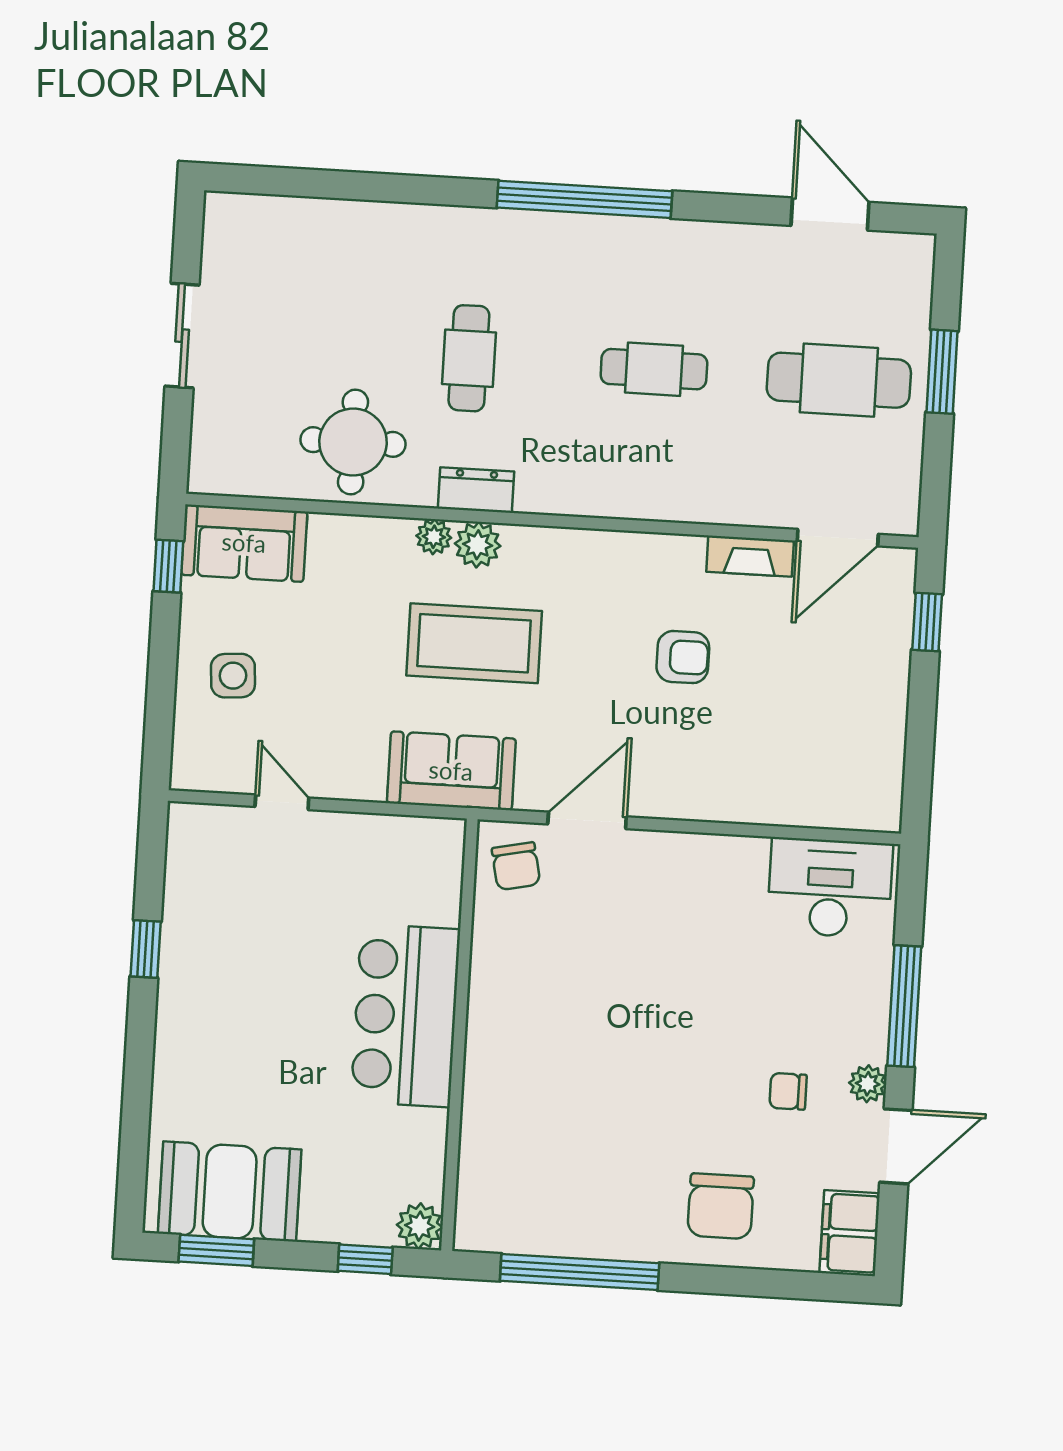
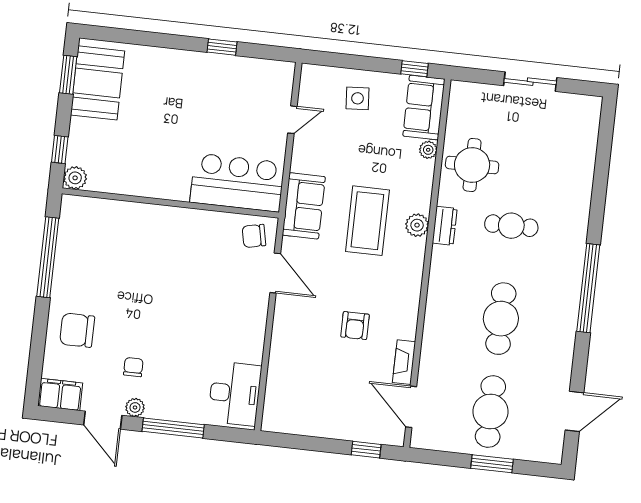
cafe table: (654, 369) -> (501, 319), width x1.37, depth x1.35
plant: (434, 537) -> (428, 150), moved
bar counter: (405, 1015) -> (237, 183), moved

